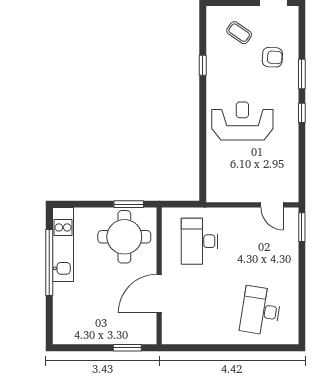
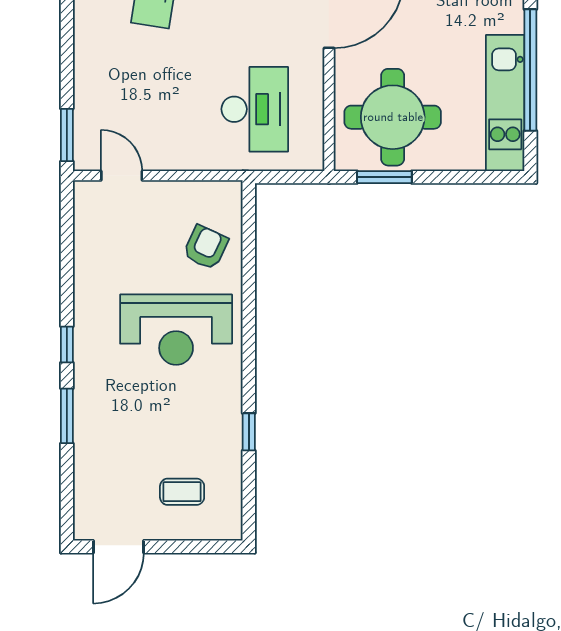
coffee table: (239, 33) -> (182, 492), turned -35
armchair: (272, 57) -> (206, 247), moved, turned 112

